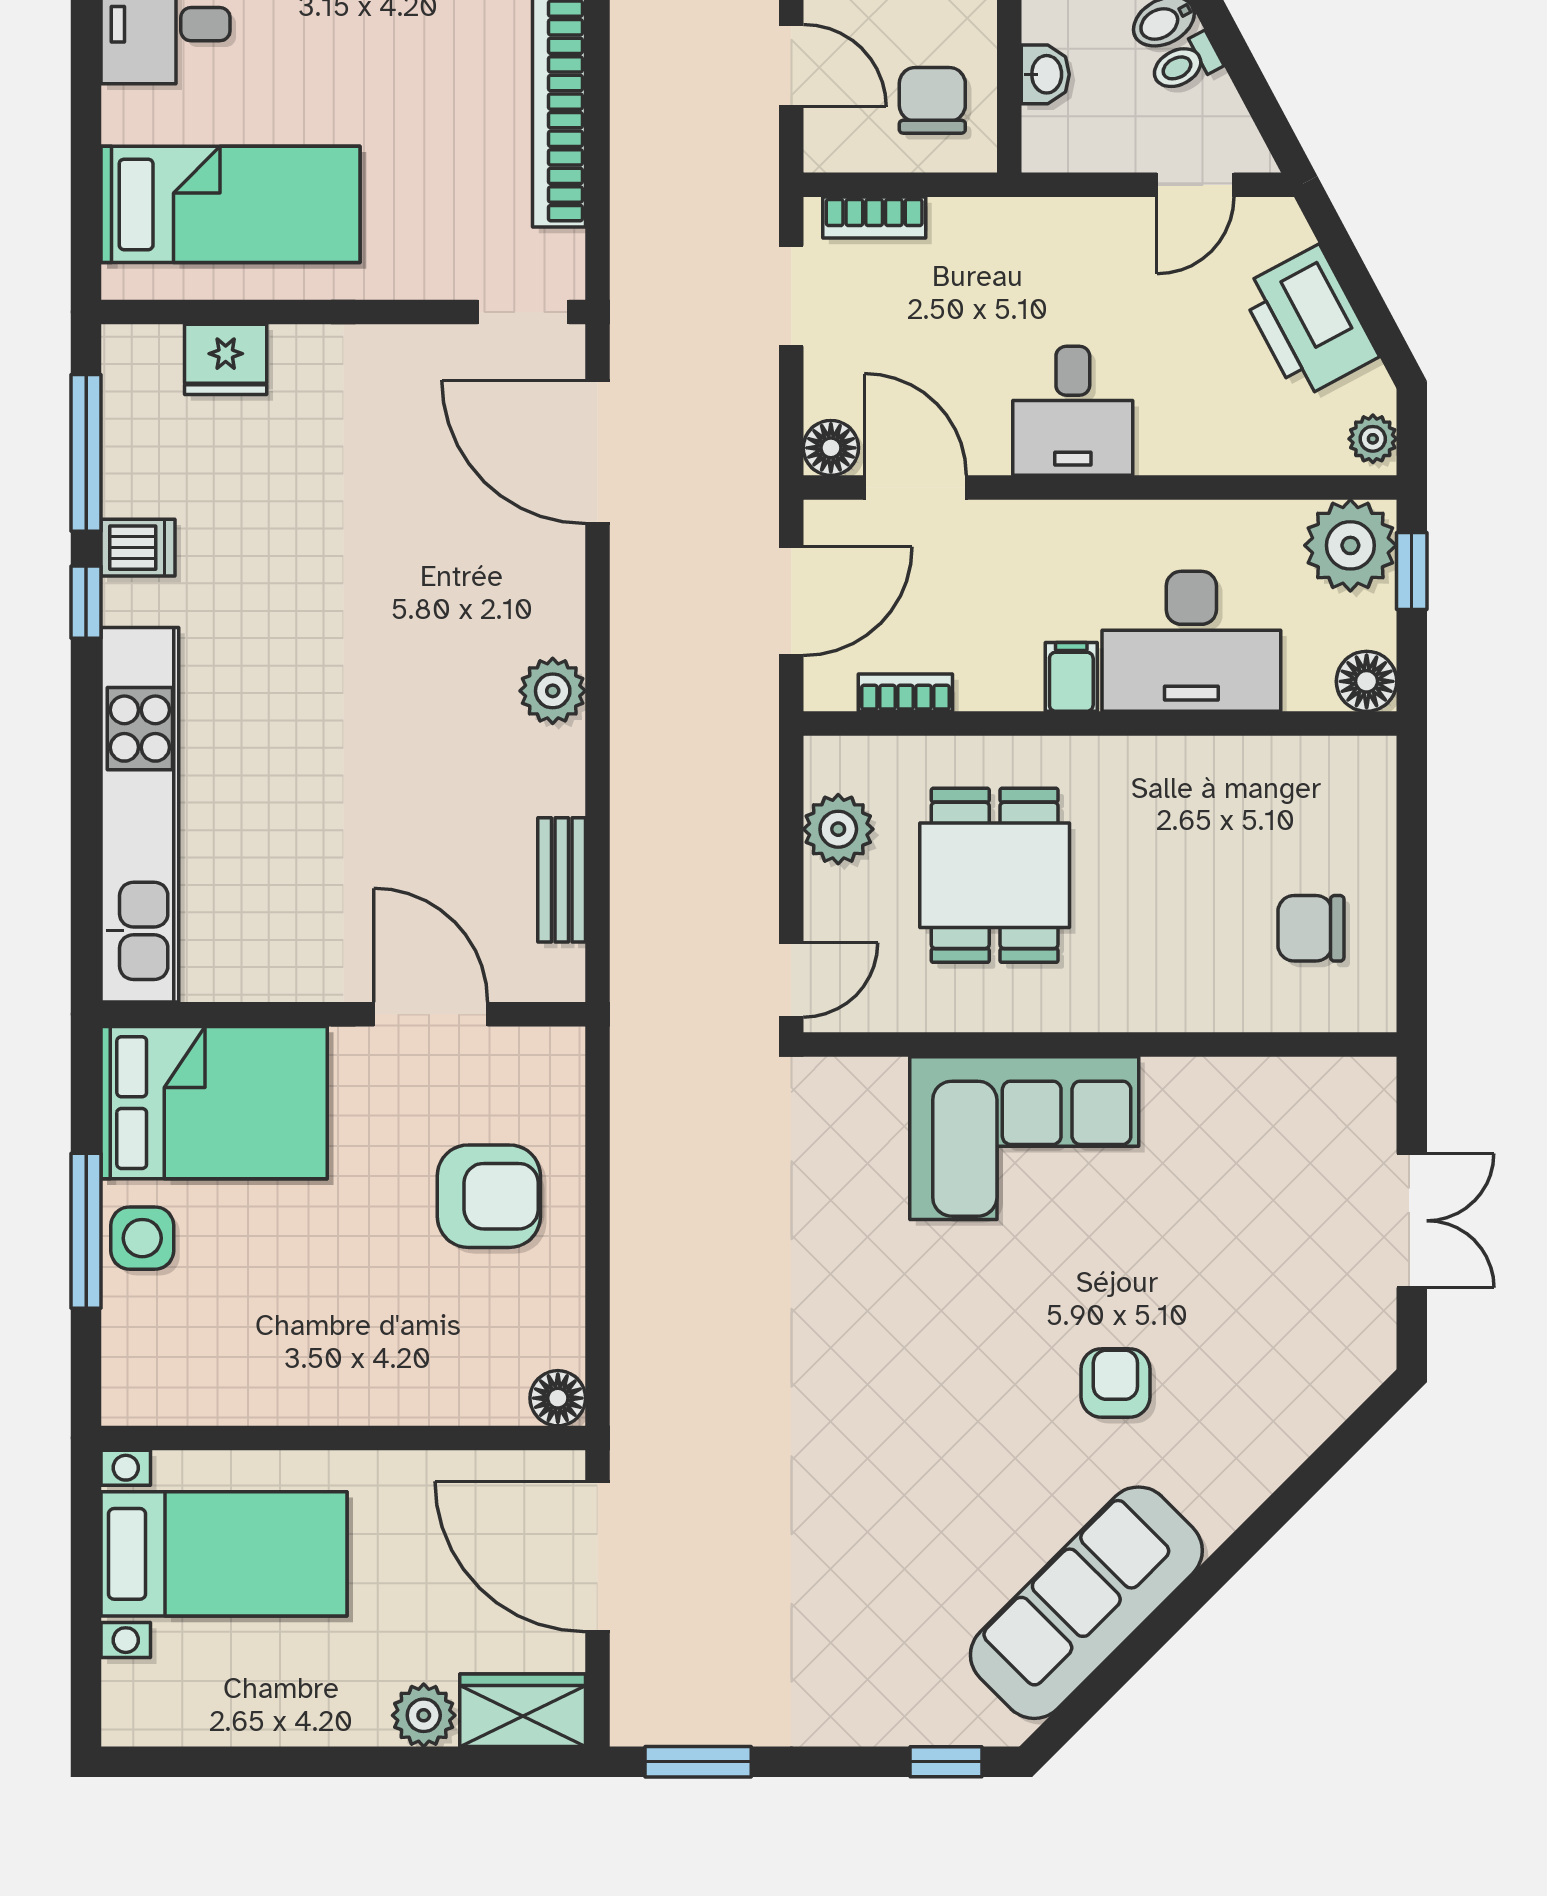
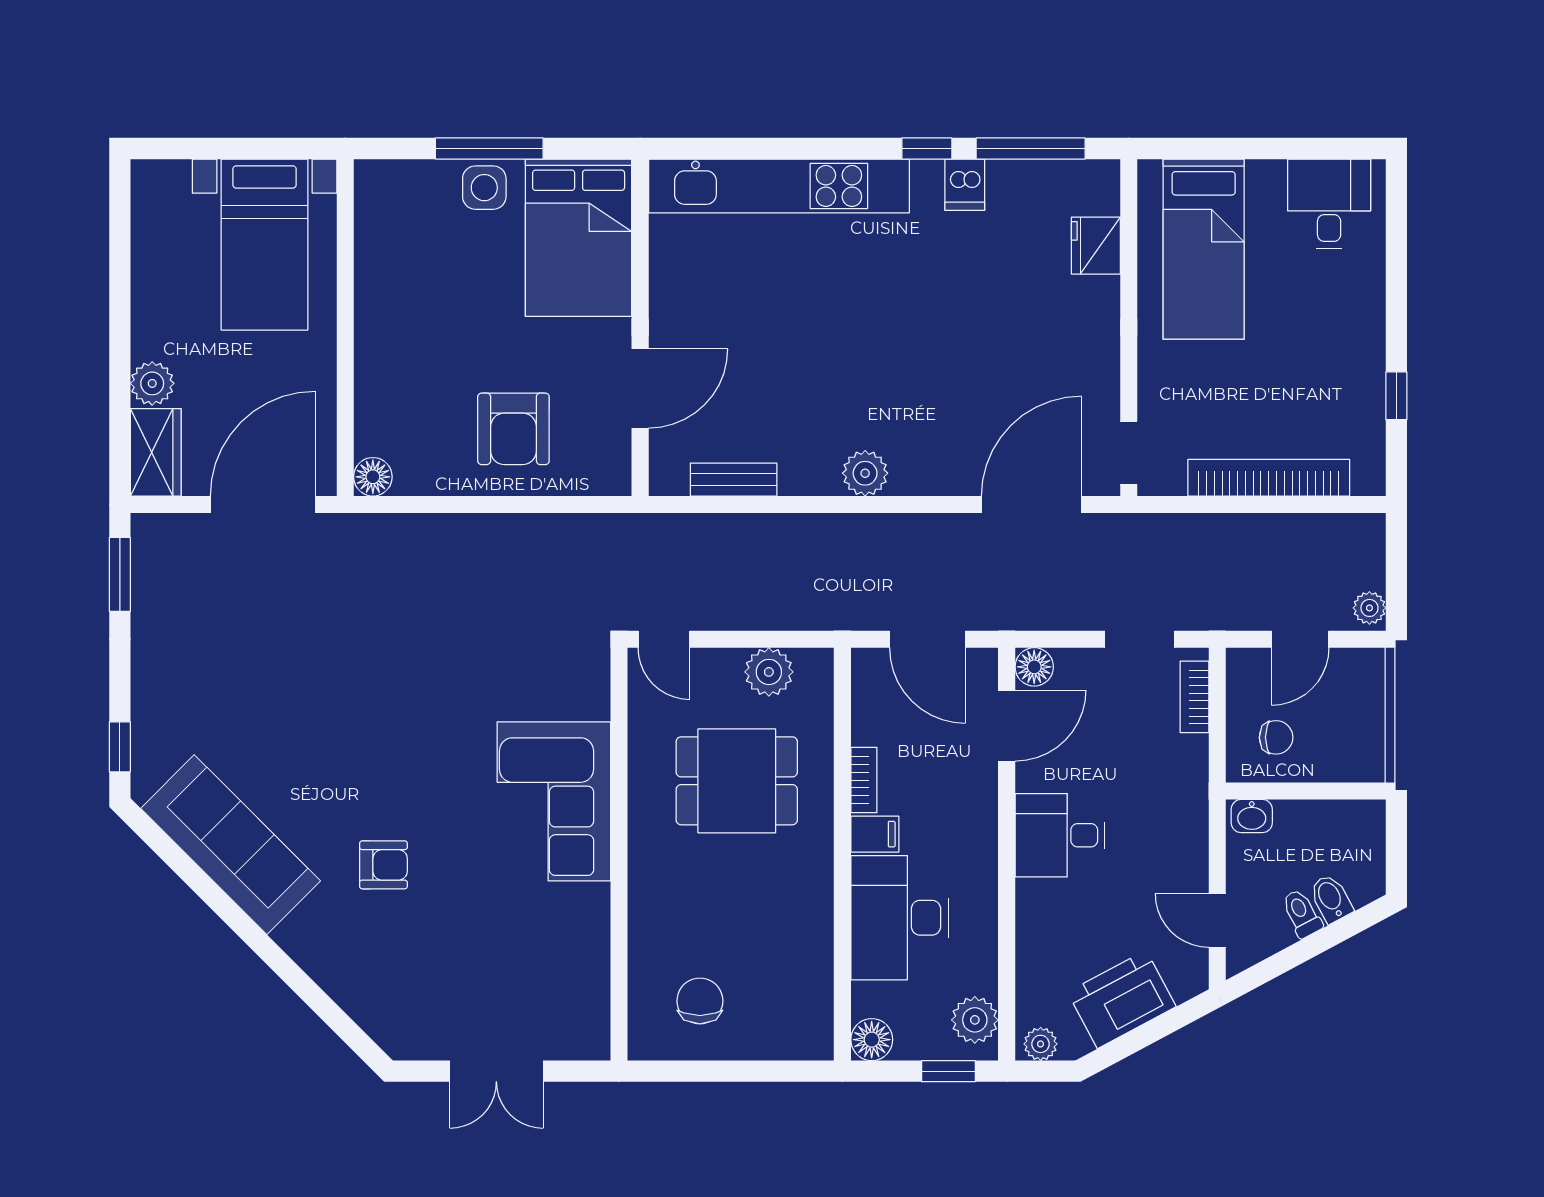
washbasin: (1045, 74) -> (1252, 816), moved
chair: (932, 100) -> (1276, 737), width x0.73, depth x0.73
plant: (1350, 545) -> (975, 1020), width x0.73, depth x0.73
bookcase: (905, 693) -> (864, 780), moved

